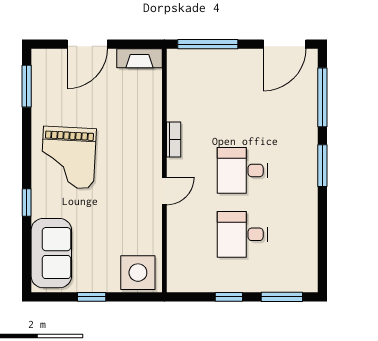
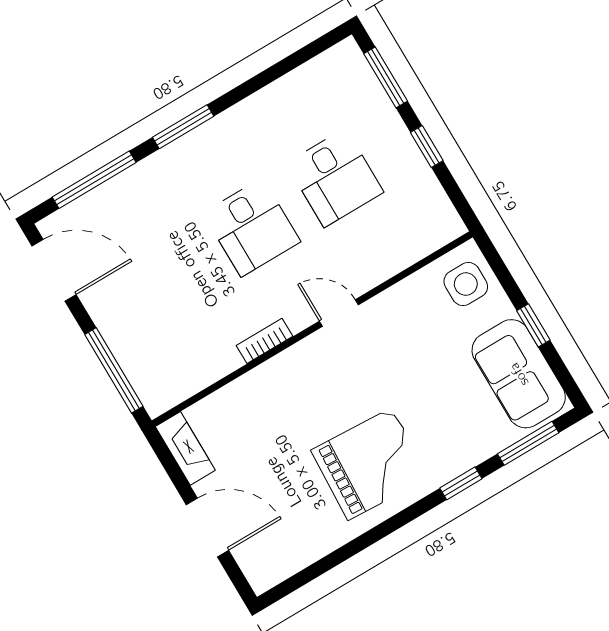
window: (27, 86) -> (528, 443), moved
sofa: (51, 253) -> (519, 374), moved, turned -90
side table: (138, 273) -> (466, 284), width x0.73, depth x0.73

